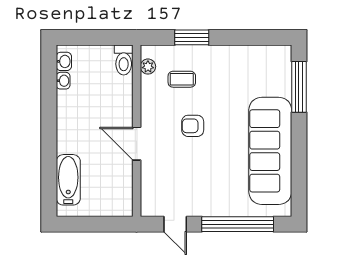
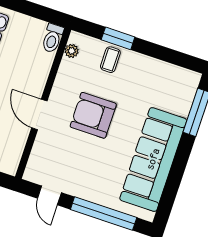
coffee table: (182, 79) -> (110, 60), moved, turned 90
armchair: (193, 126) -> (93, 115), width x1.88, depth x1.88

